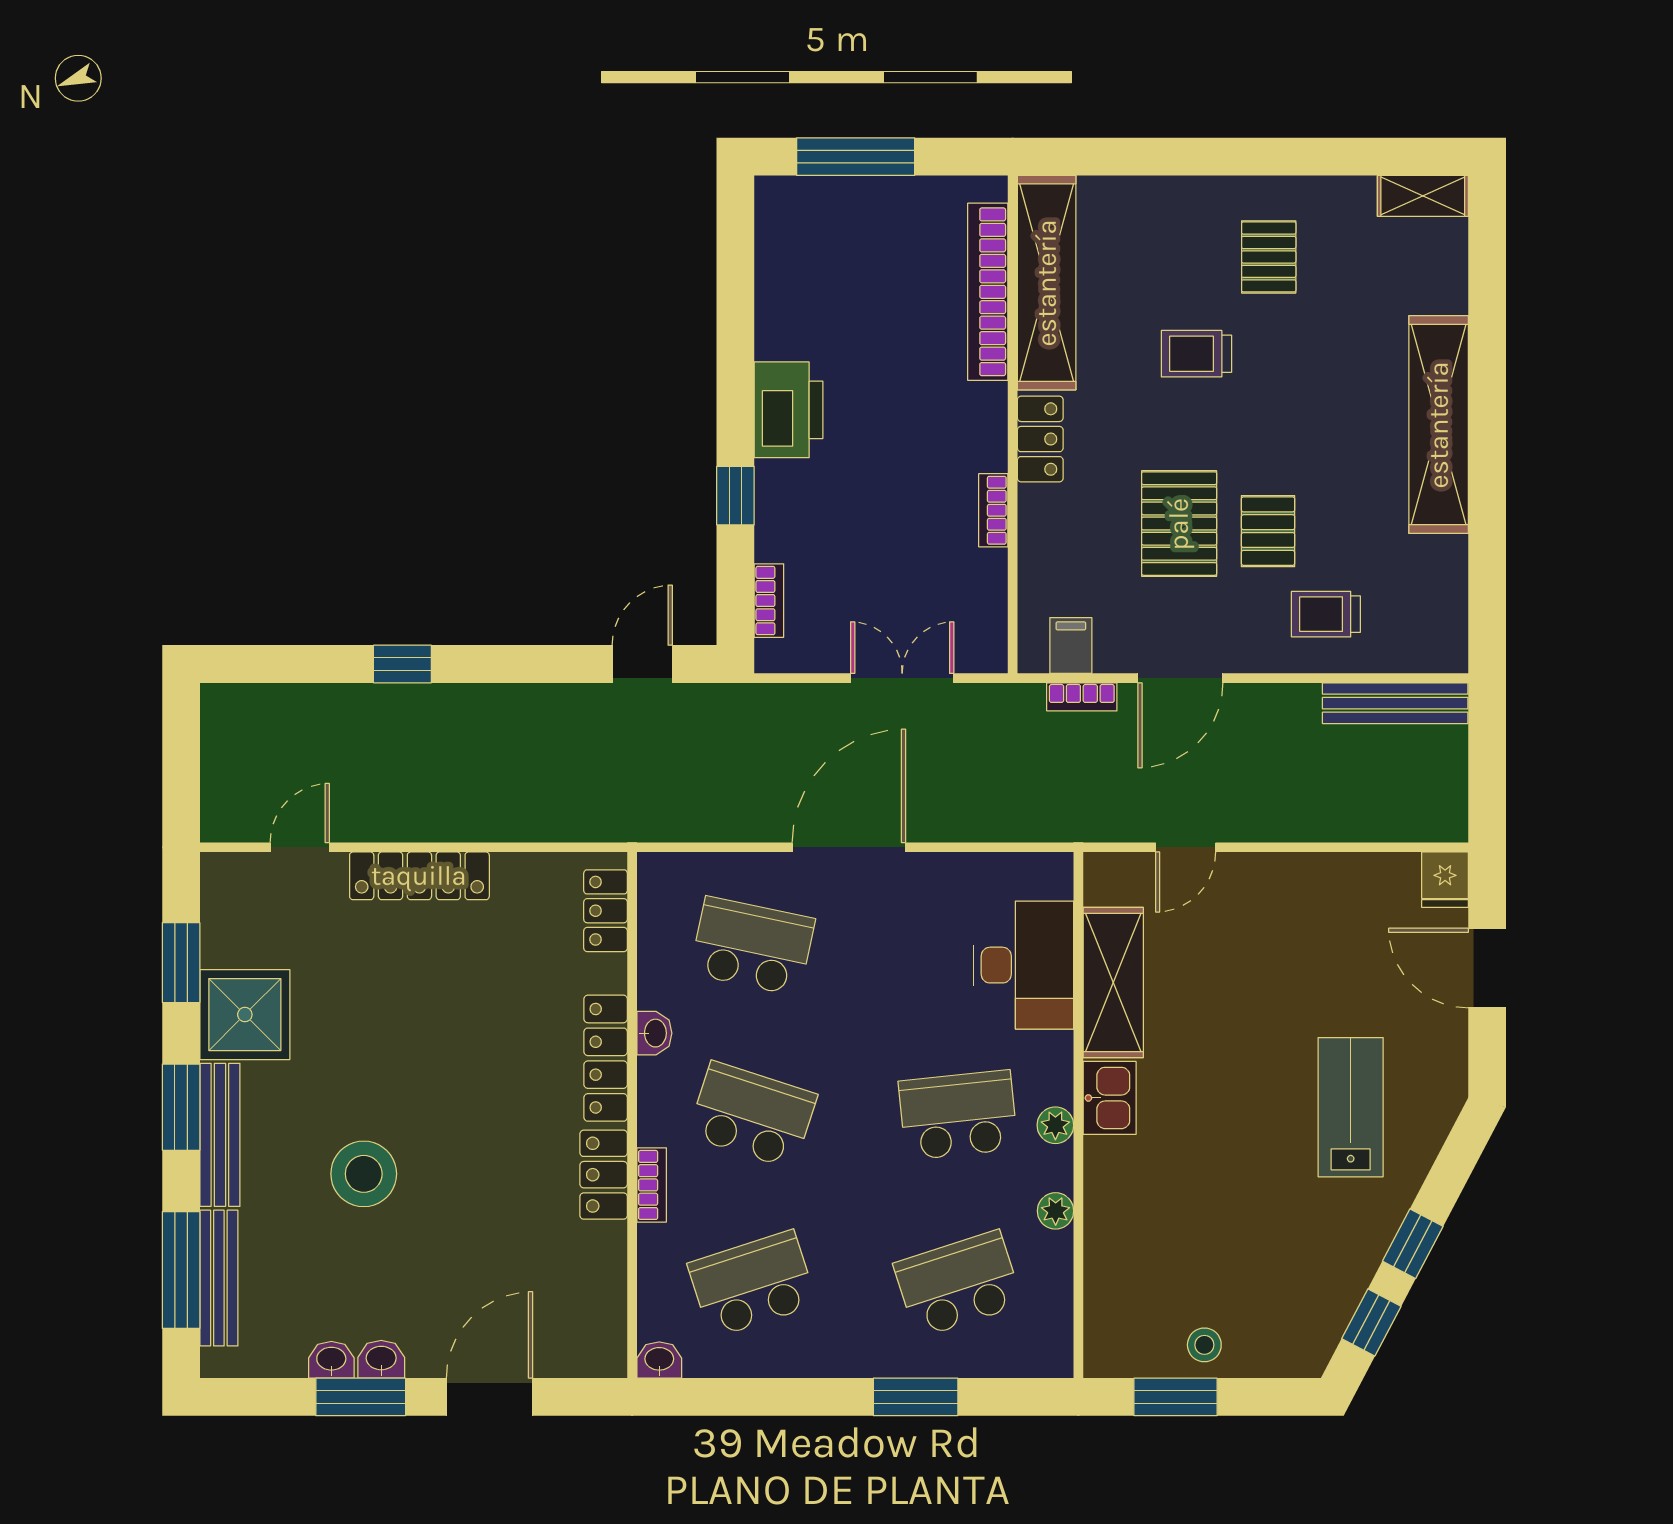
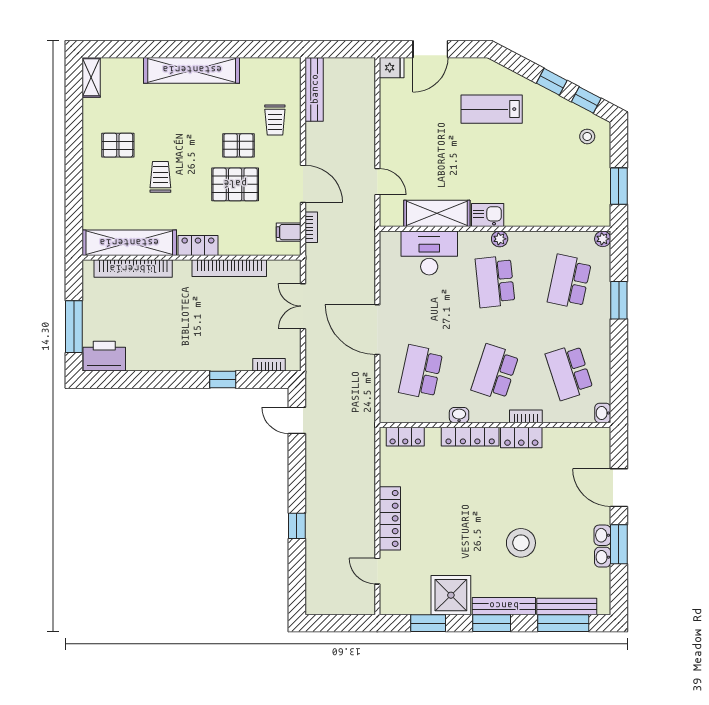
trolley: (1196, 354) -> (160, 177), turned 180
printer: (789, 410) -> (104, 356), moved
bookcase: (993, 510) -> (229, 268), width x2.31, depth x1.31
plant: (1056, 1211) -> (603, 239), moved
school desk: (958, 1284) -> (569, 282), turned 30
stool: (1204, 1345) -> (587, 136), moved

